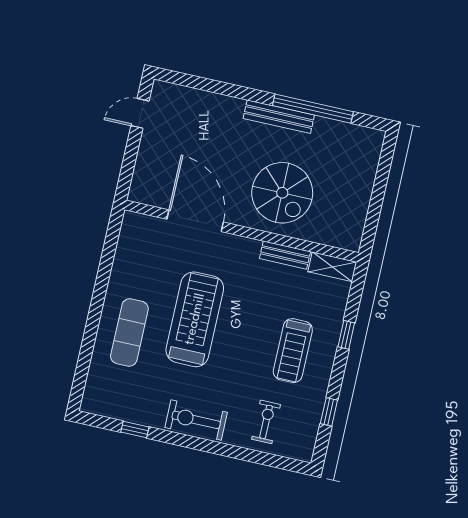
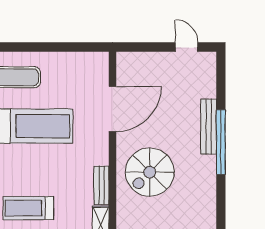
window: (313, 109) -> (221, 142), moved
bench: (279, 117) -> (209, 127), moved

